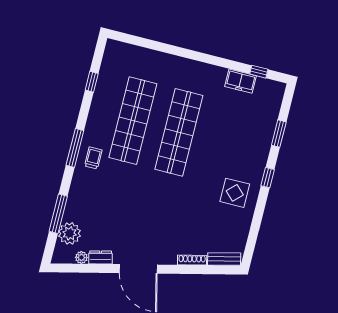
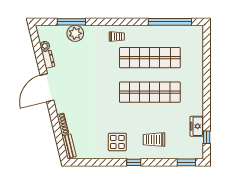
window: (92, 82) -> (170, 22), width x3.17
window: (279, 134) -> (186, 162), moved
trolley: (244, 143) -> (154, 140), added
window: (75, 148) -> (121, 22), removed
plant: (70, 233) -> (75, 33), moved

